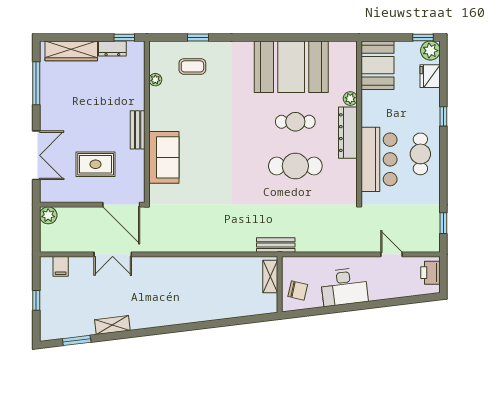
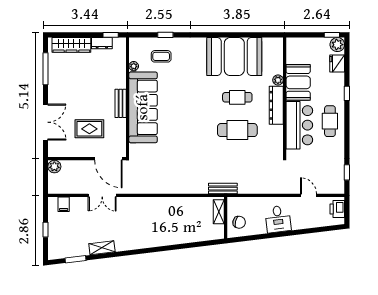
booth: (377, 65) -> (298, 82), moved
sofa: (164, 157) -> (143, 107), width x1.85, depth x1.27
desk: (344, 287) -> (278, 219), width x0.73

